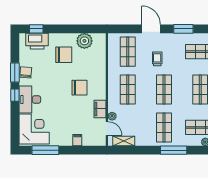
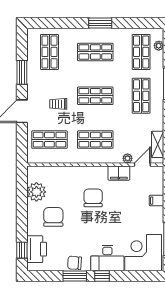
shop shelf: (164, 127) -> (141, 96), turned 90

